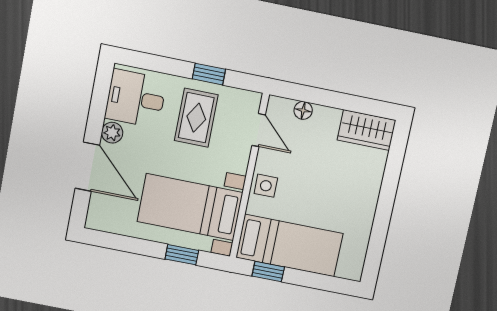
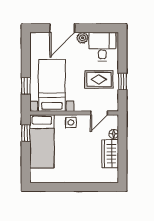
wardrobe: (367, 130) -> (110, 154), moved

